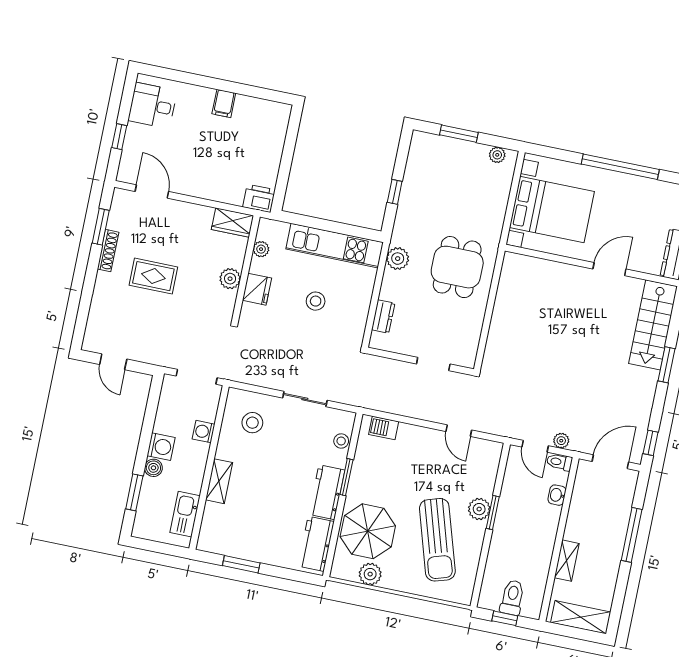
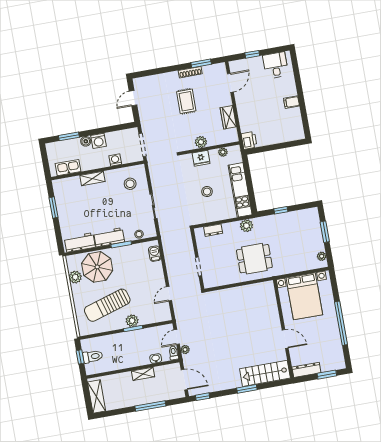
wardrobe: (232, 223) -> (228, 117), moved
shelving: (567, 561) -> (143, 374), moved

